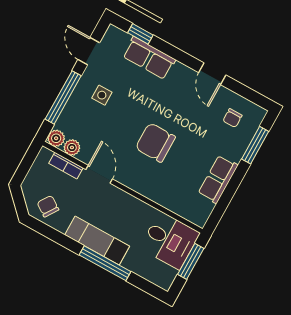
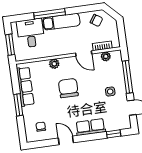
row of seats: (149, 58) -> (91, 127), moved
plant: (56, 138) -> (54, 64), moved
chair: (155, 143) -> (68, 88), turned -90
window: (255, 145) -> (18, 105), moved
row of seats: (218, 179) -> (25, 87), width x1.48
desk: (170, 240) -> (31, 33), moved, turned 90

